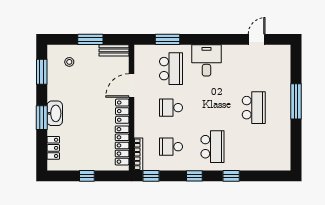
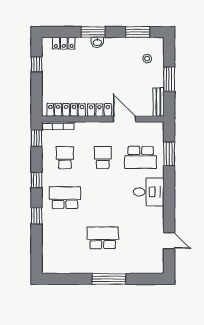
school desk: (254, 108) -> (103, 238), turned 180
washbasin: (55, 113) -> (97, 42), width x0.52, depth x0.69
school desk: (212, 147) -> (65, 198), turned 180
window: (87, 176) -> (37, 64), moved

